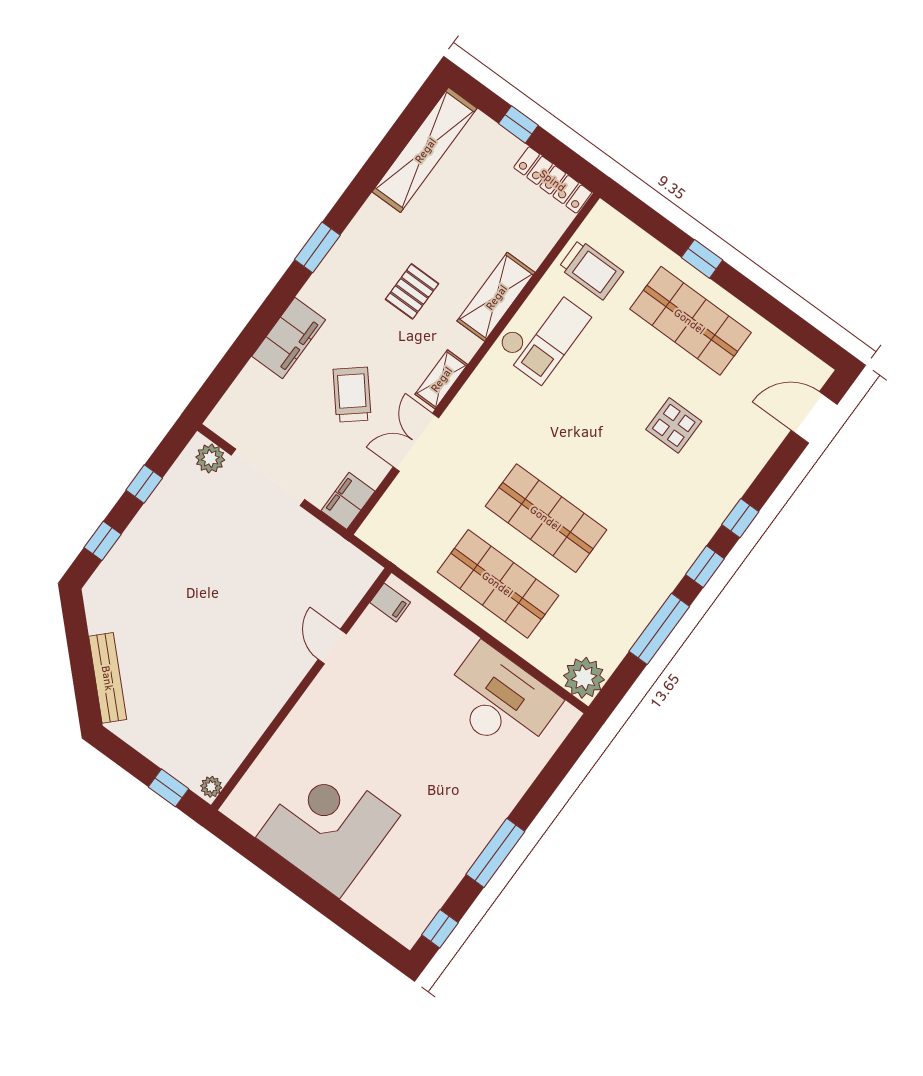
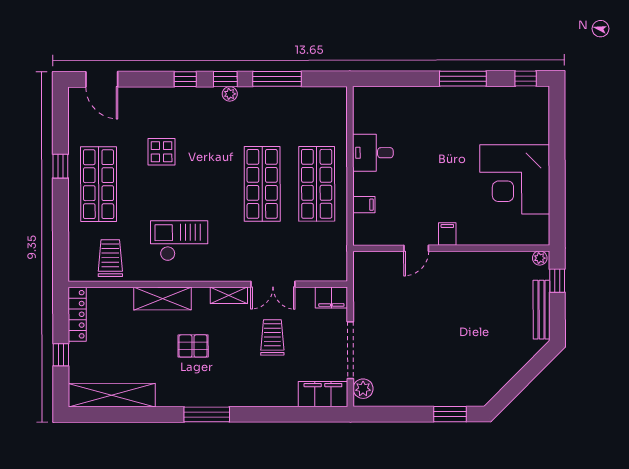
window: (317, 247) -> (207, 414), width x1.44
window: (702, 259) -> (60, 166), moved
checkout: (542, 334) -> (179, 241), moved
filing cabinet: (289, 338) -> (323, 394), moved
trolley: (352, 395) -> (272, 337), turned 130
window: (144, 484) -> (403, 414), removed
window: (103, 541) -> (450, 414), width x1.50
filing cabinet: (390, 602) -> (364, 205), moved, turned 90
bench: (108, 678) -> (542, 310), moved, turned -45
plant: (584, 678) -> (230, 94), moved, width x0.53, depth x0.53
filing cabinet: (322, 697) -> (447, 234), added
desk: (500, 701) -> (373, 153), width x0.53, depth x0.77

